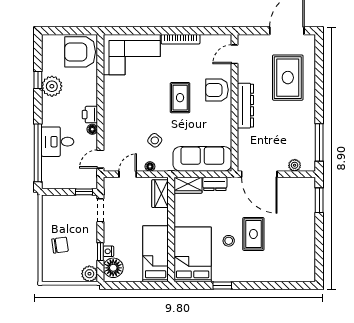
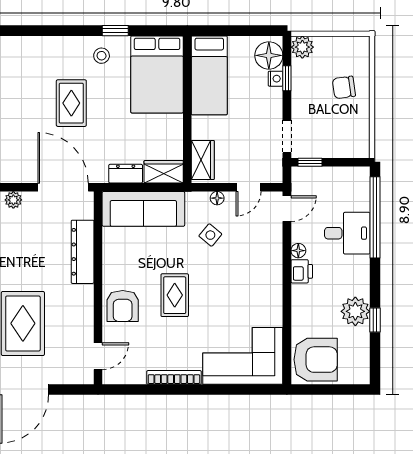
armchair: (217, 90) -> (123, 306), turned 90
dresser: (245, 106) -> (83, 252), moved
stool: (229, 241) -> (102, 56), moved

